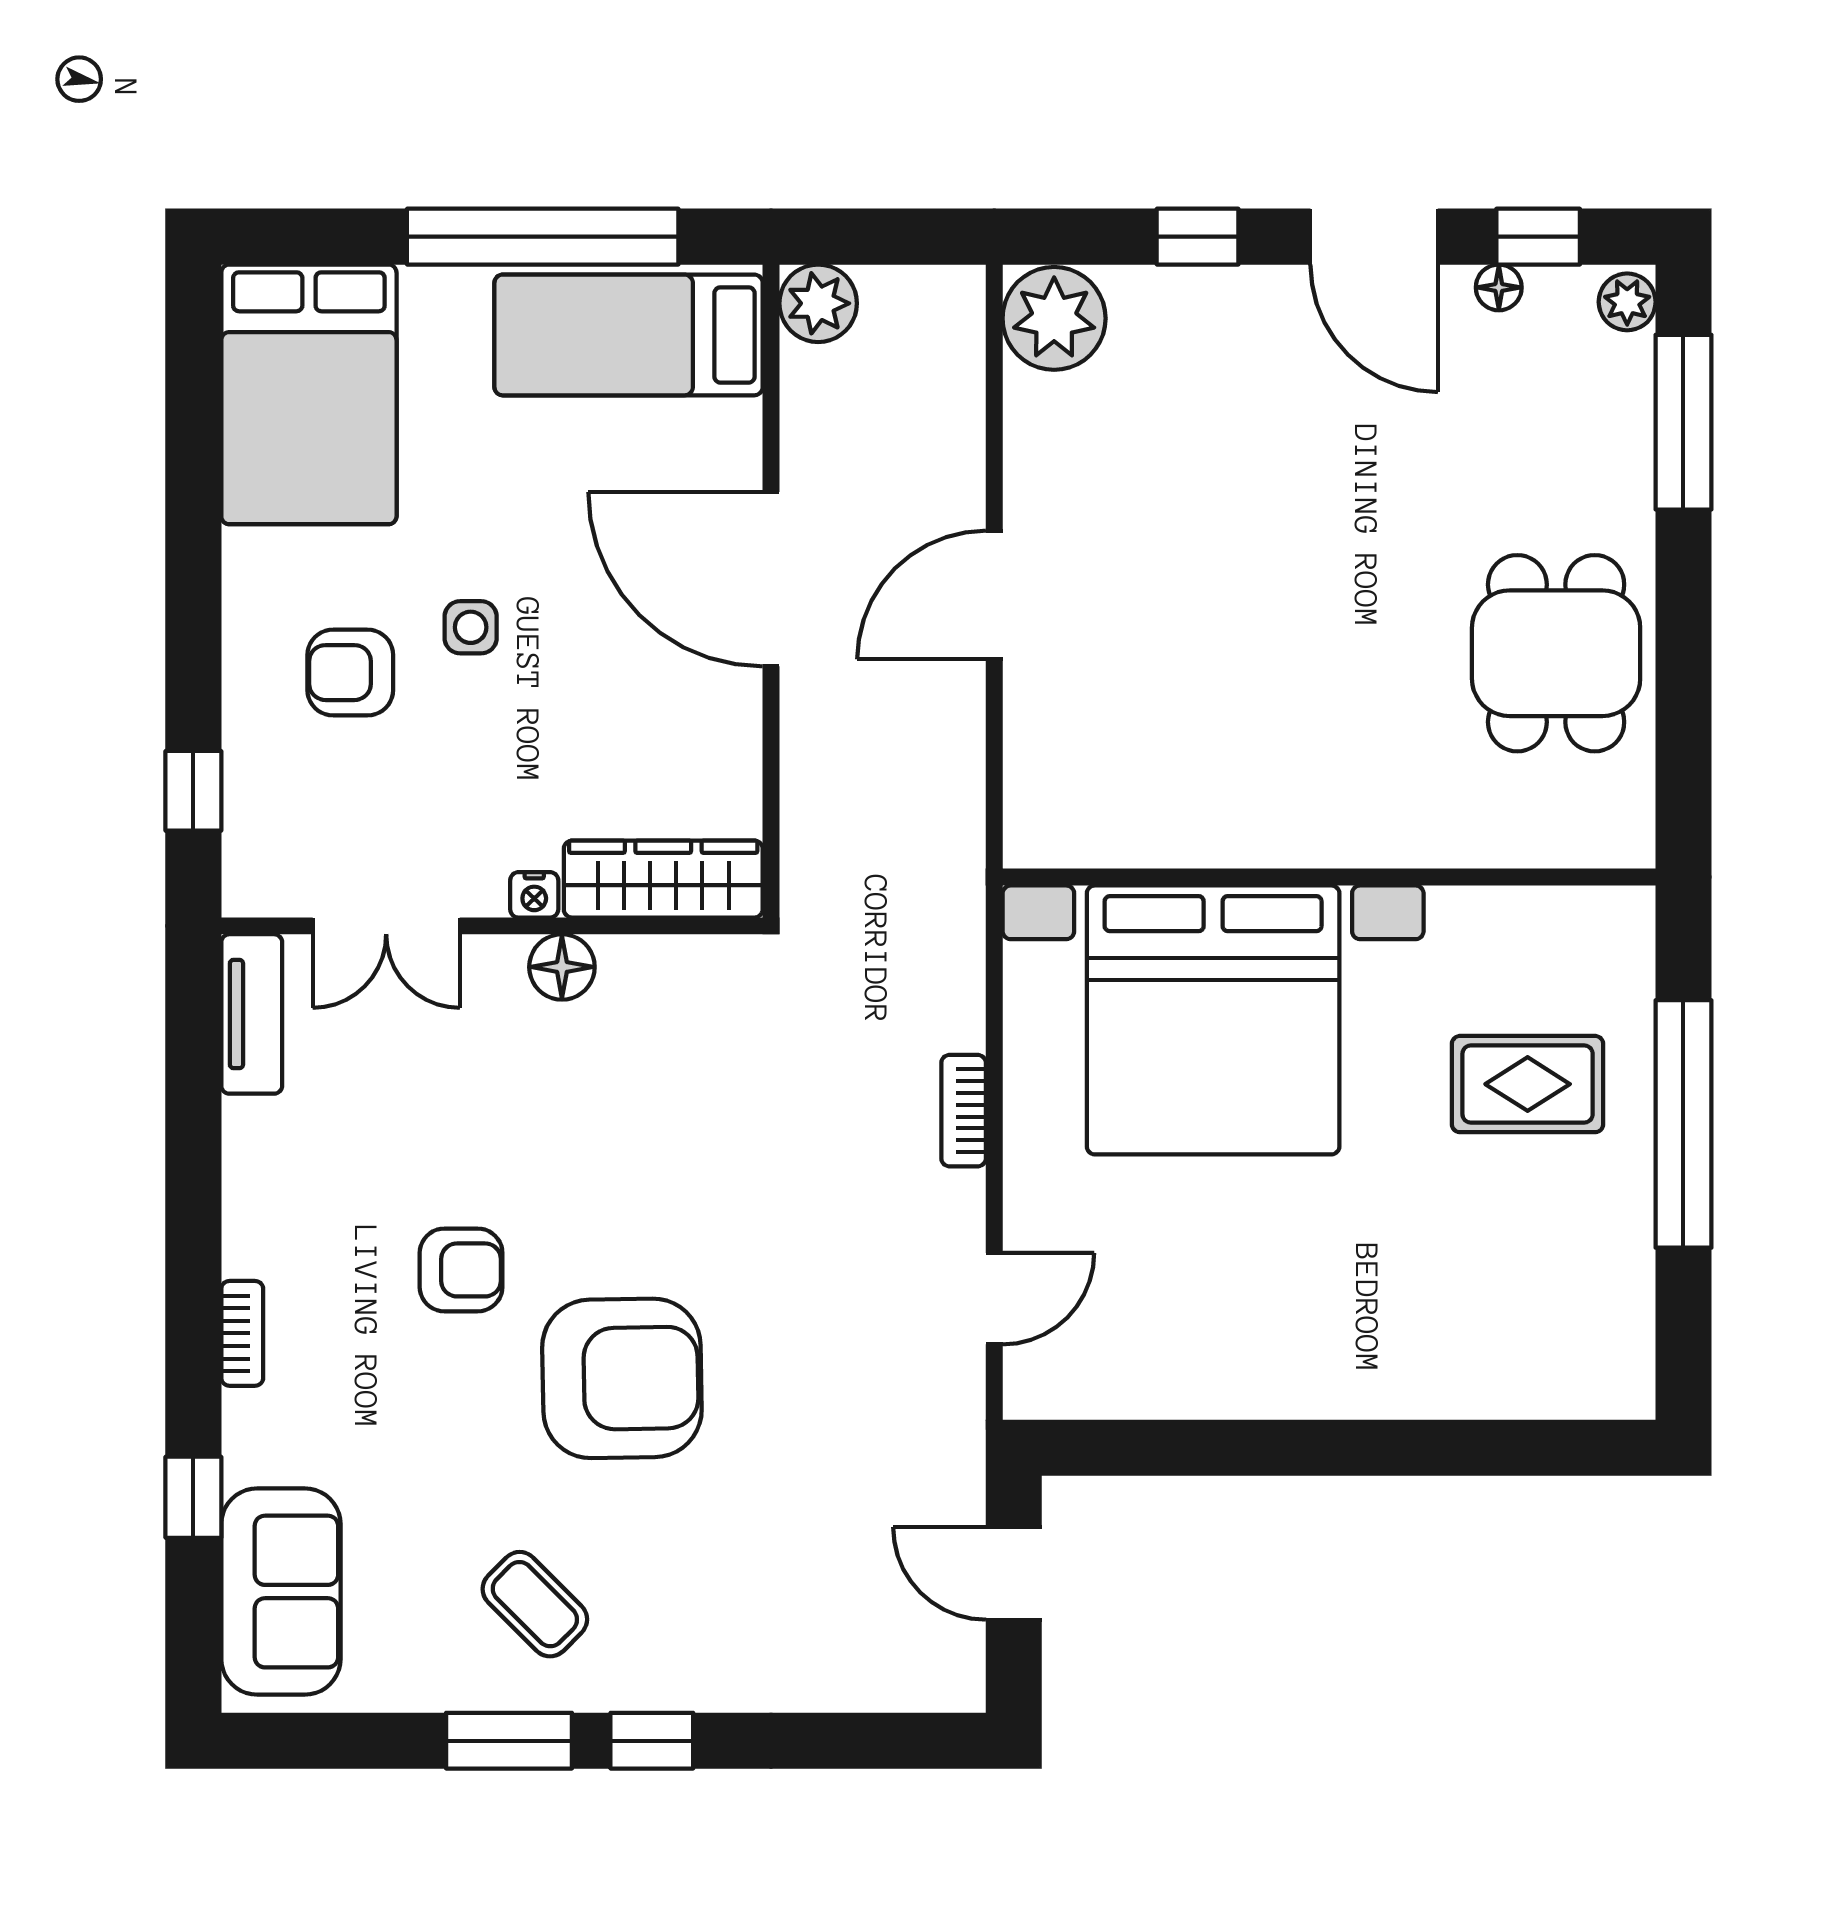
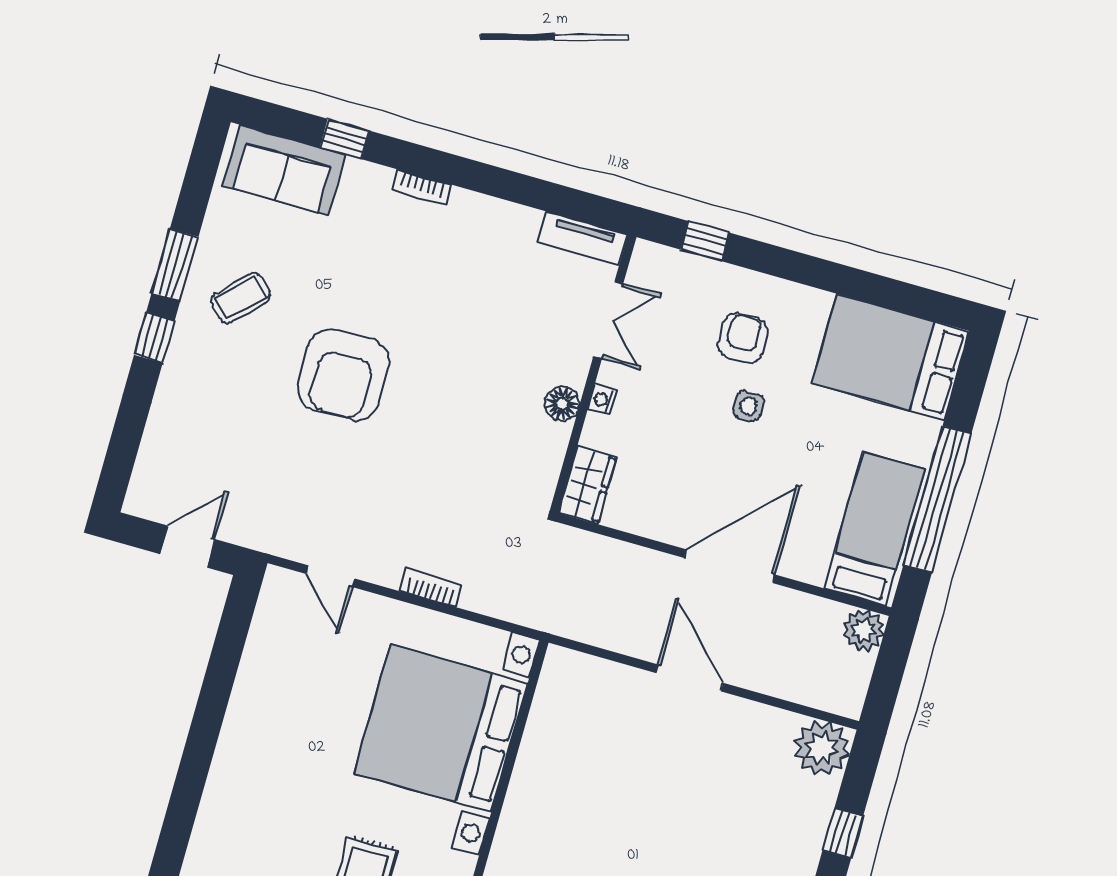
wardrobe: (663, 879) -> (587, 485), width x0.67
double door: (386, 926) -> (608, 320), swing flipped
armchair: (461, 1270) -> (422, 308), removed

